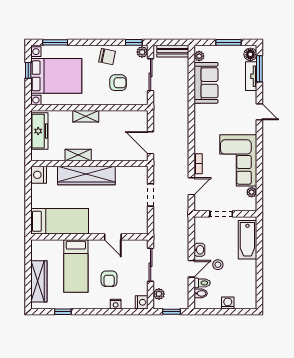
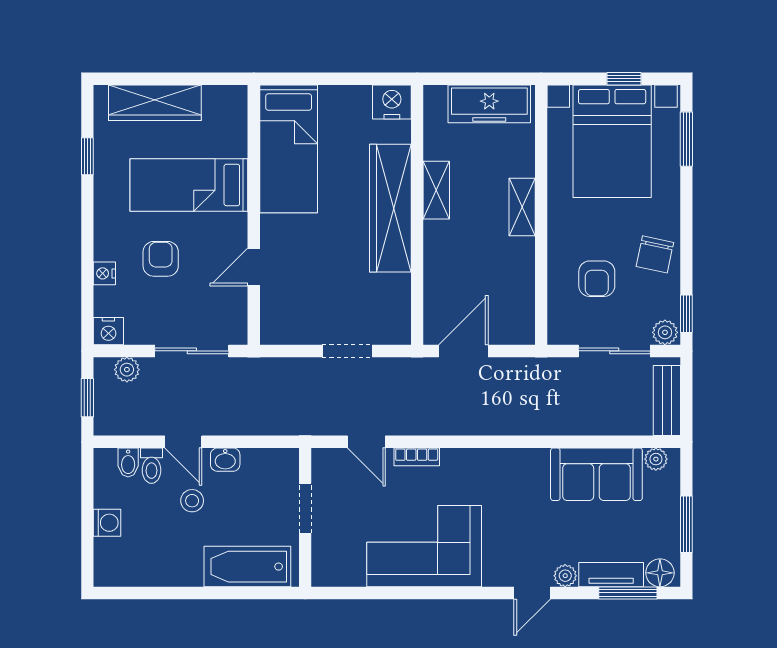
plant: (252, 192) -> (565, 576), moved
armchair: (109, 279) -> (161, 259), turned 90

